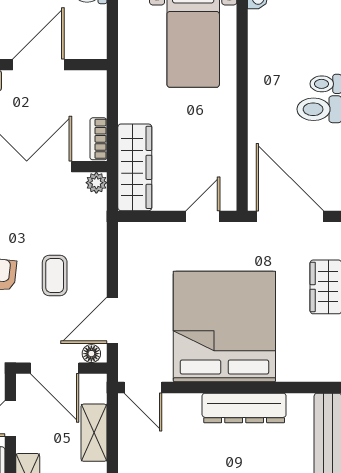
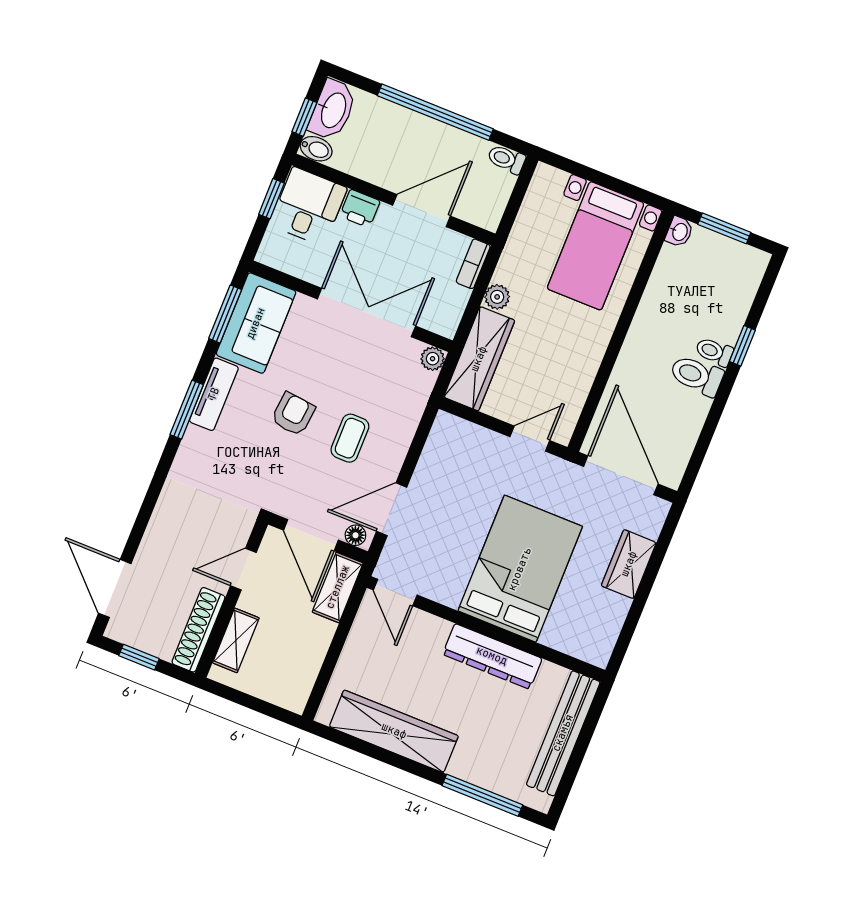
plant: (129, 111) -> (497, 297), added
bookcase: (98, 139) -> (473, 264), moved
bed: (224, 327) -> (520, 569), width x0.73
shelving: (94, 433) -> (338, 587), moved

